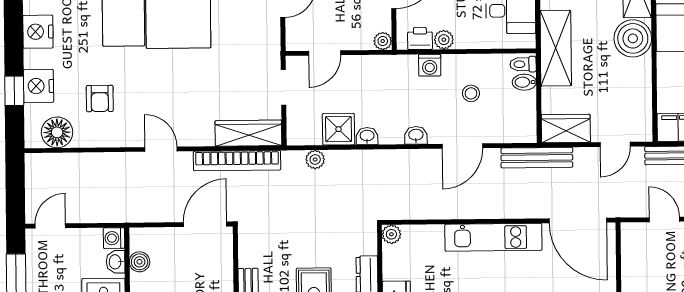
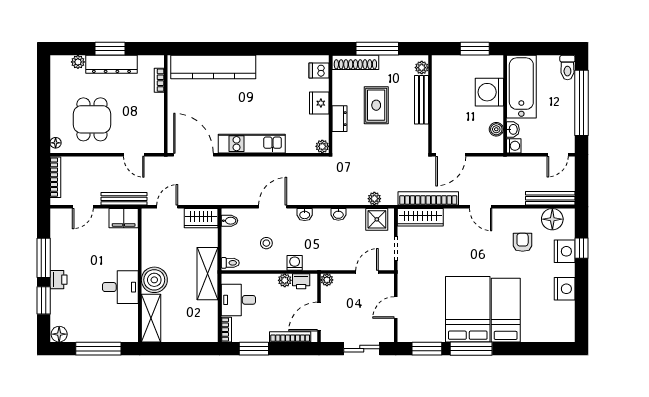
bidet: (524, 82) -> (229, 221), moved
shower: (339, 129) -> (377, 219), moved
bench: (537, 158) -> (550, 198), moved

